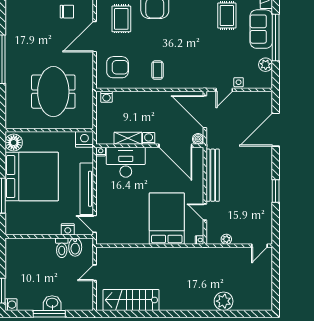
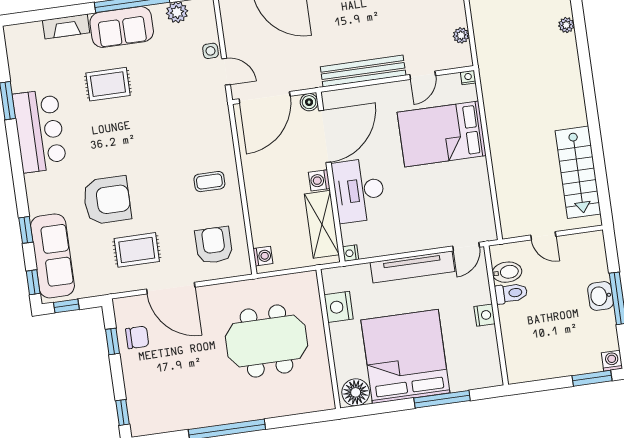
chair: (67, 12) -> (137, 337), turned 90
shelving: (128, 138) -> (322, 224), width x1.50, depth x1.33
nightstand: (84, 139) -> (339, 307), moved
desk: (126, 162) -> (359, 190), moved
nightstand: (68, 229) -> (485, 315), moved
plant: (224, 301) -> (566, 25), width x0.53, depth x0.53

